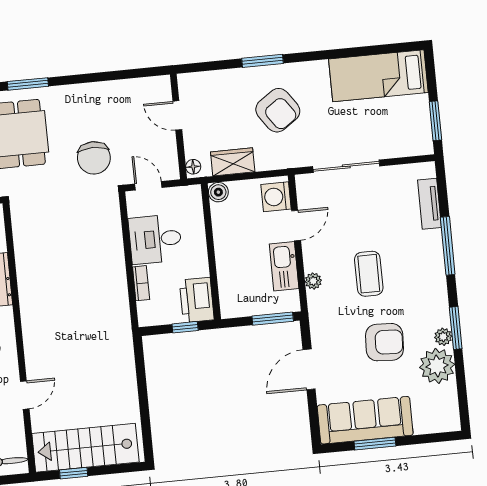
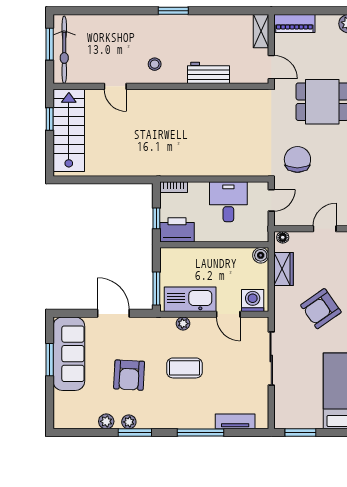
chair: (94, 158) -> (297, 159), turned 90
kitchen sink: (284, 266) -> (190, 299), width x1.36, depth x1.24
bookcase: (141, 283) -> (174, 187), moved
plant: (437, 366) -> (106, 421), width x0.53, depth x0.53

